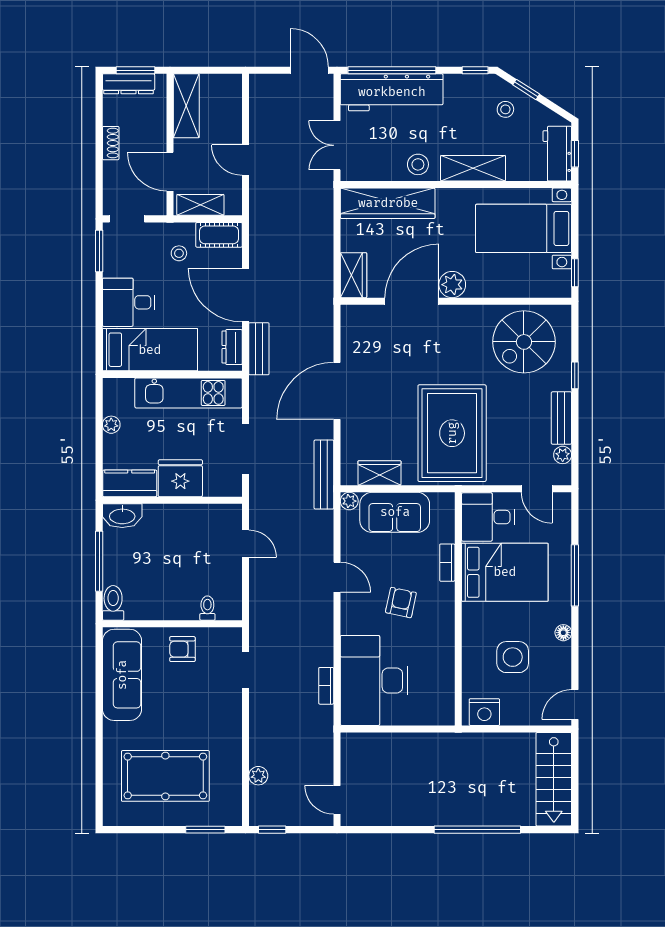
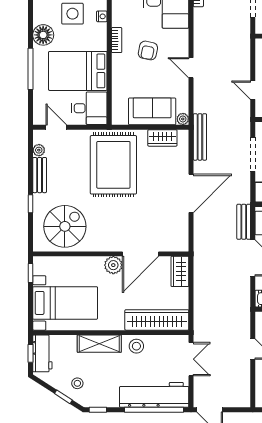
bookcase: (447, 563) -> (117, 40), moved
floor lamp: (563, 633) -> (43, 35), width x1.89, depth x1.89
nightstand: (469, 653) -> (102, 16), added

